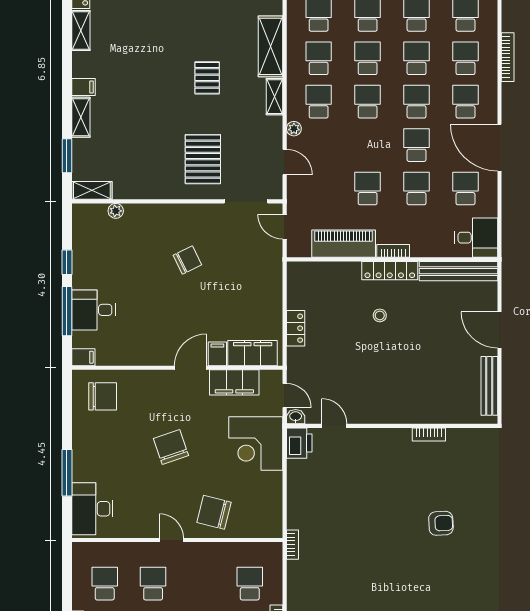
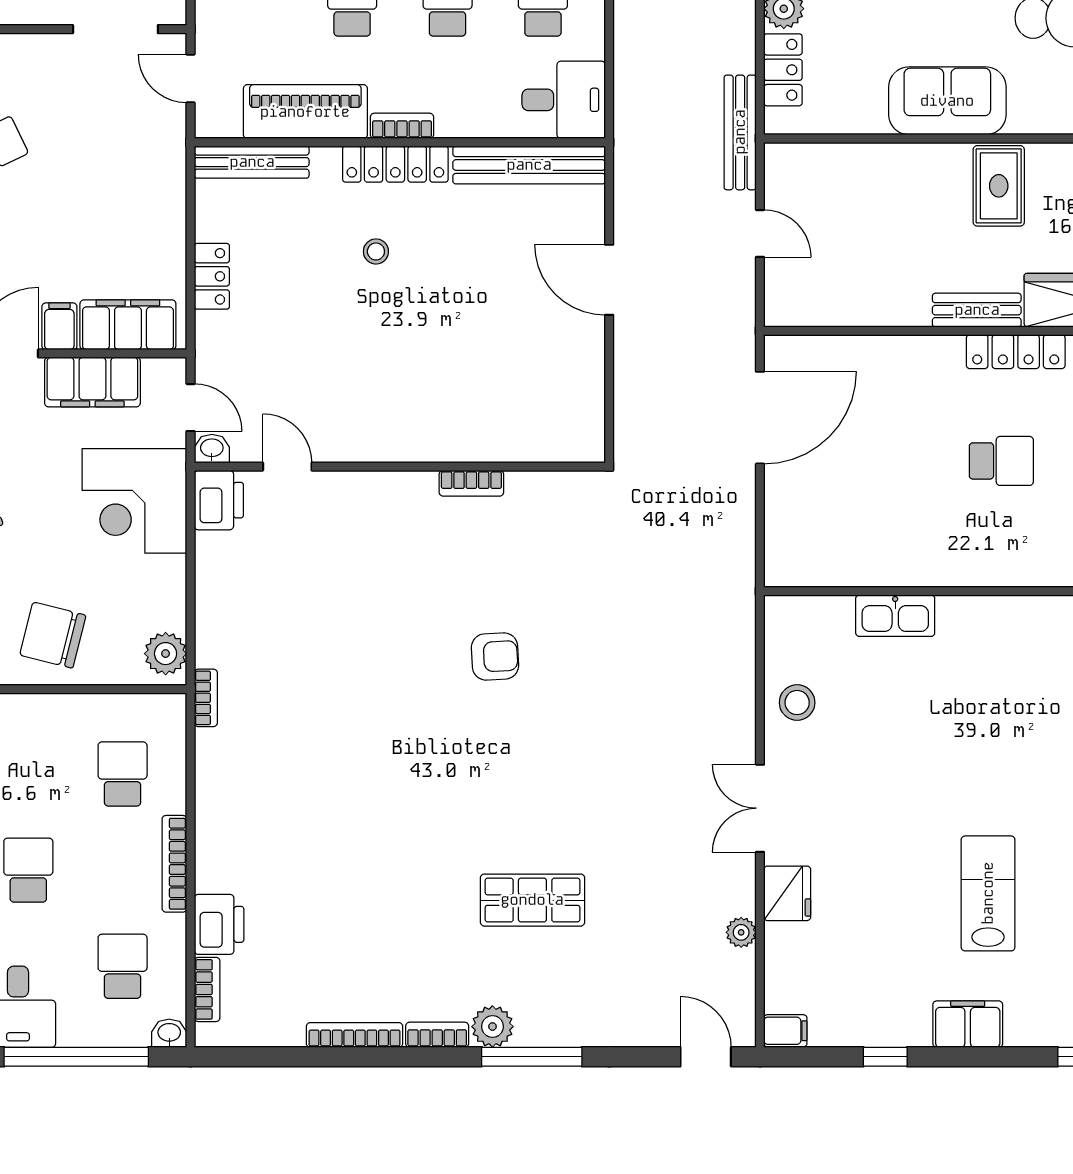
bench: (489, 386) -> (252, 162), moved, turned 90
plant: (272, 522) -> (166, 654), added

